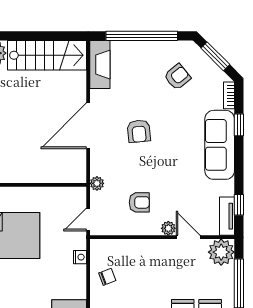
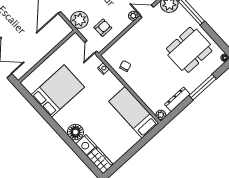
plant: (97, 183) -> (79, 20), width x1.88, depth x1.88
armchair: (139, 202) -> (103, 28), moved

